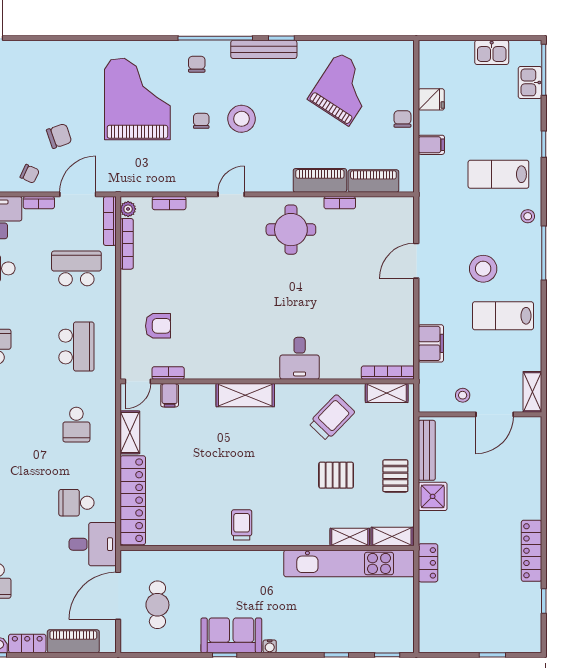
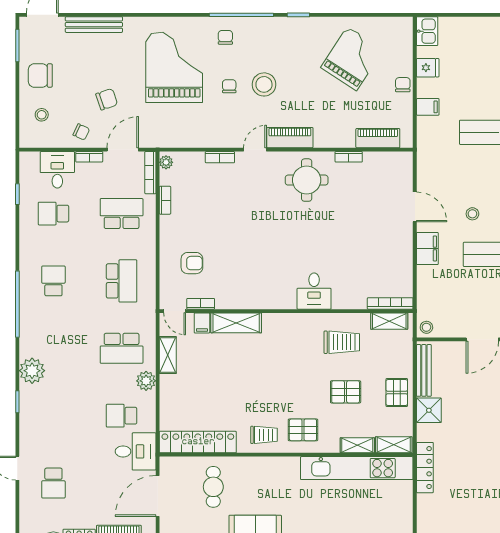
bench: (264, 49) -> (94, 25), moved
kitchen sink: (492, 52) -> (427, 31), moved, turned -90
piano: (320, 180) -> (290, 138), moved
bookcase: (169, 203) -> (220, 157), moved
bookcase: (127, 244) -> (165, 200), width x0.64
door: (416, 261) -> (415, 207), swing flipped
stool: (483, 269) -> (472, 214), width x0.53, depth x0.53
filing cabinet: (431, 343) -> (427, 248), moved
door: (138, 381) -> (175, 311), hinge flipped
shelving: (245, 395) -> (236, 323), moved
stool: (463, 395) -> (426, 327), moved
trolley: (332, 418) -> (342, 342), turned 46
school desk: (76, 425) -> (122, 348), width x1.85
plant: (105, 462) -> (146, 381), added
locker: (133, 500) -> (198, 442), moved, turned -90
pallet: (287, 519) -> (303, 430), added
trolley: (242, 525) -> (264, 435), turned 90
locker: (428, 563) -> (425, 468), width x1.53
cafe table: (157, 605) -> (213, 487), moved

